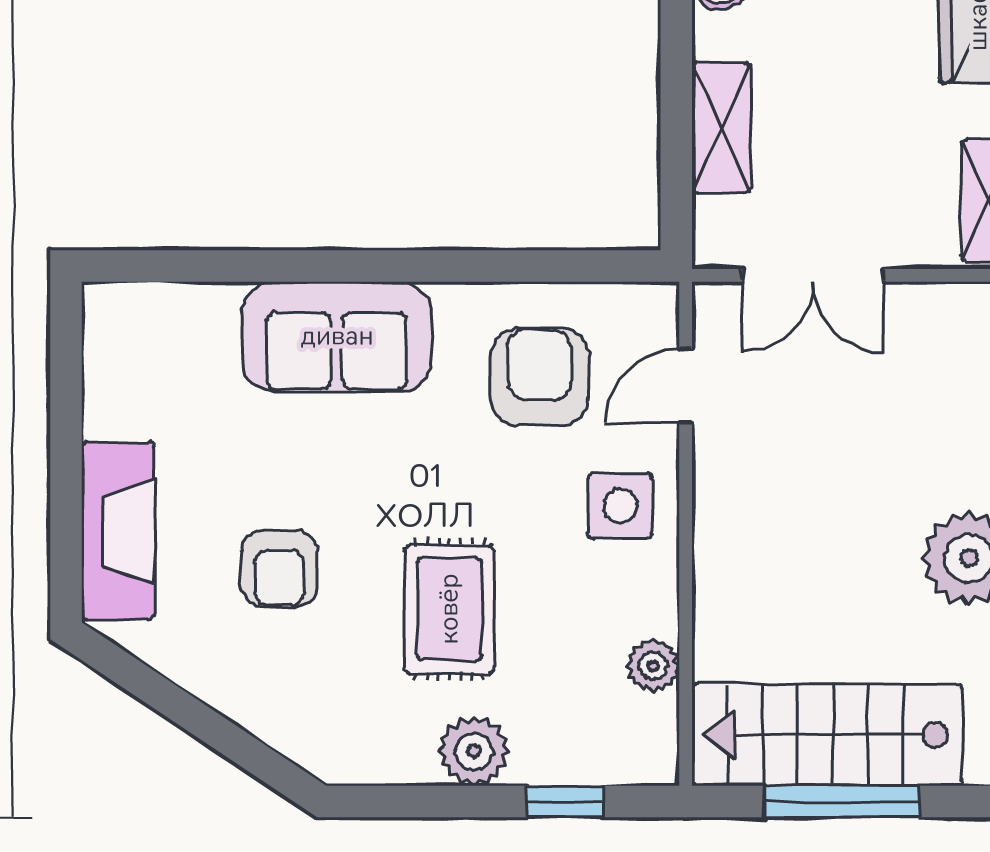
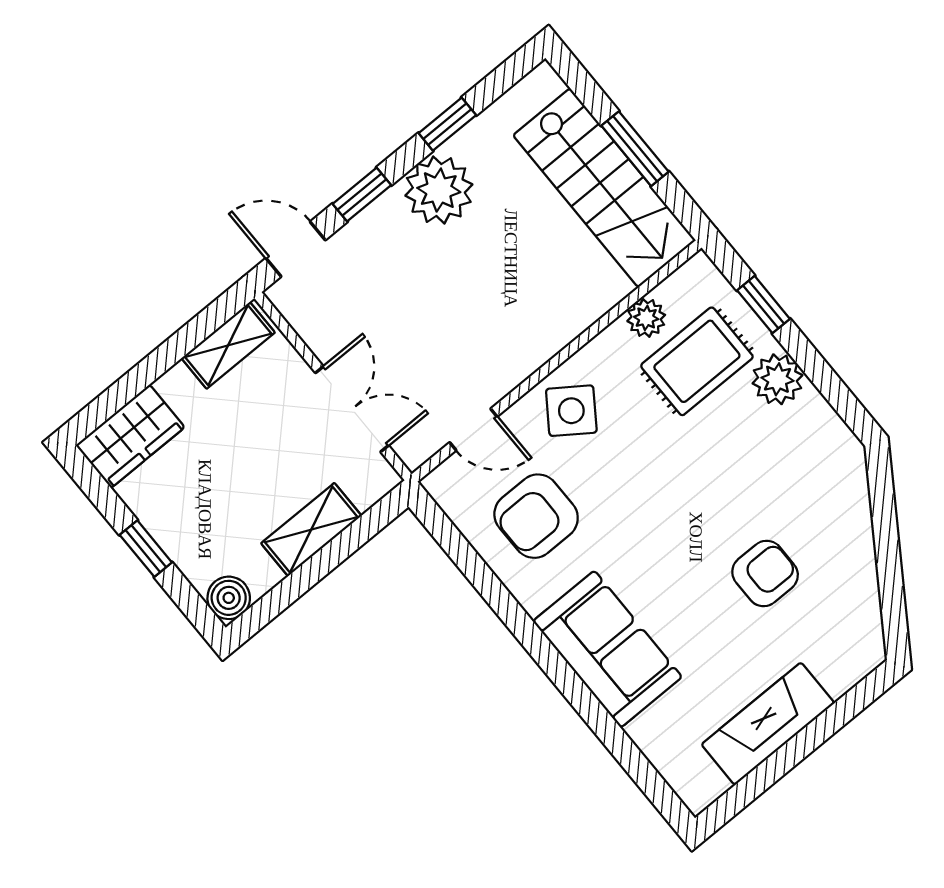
side table: (620, 506) -> (571, 411), turned 35
fireplace: (118, 531) -> (768, 724), moved
rug: (449, 609) -> (697, 361), moved
window: (842, 802) -> (635, 149), width x0.69

